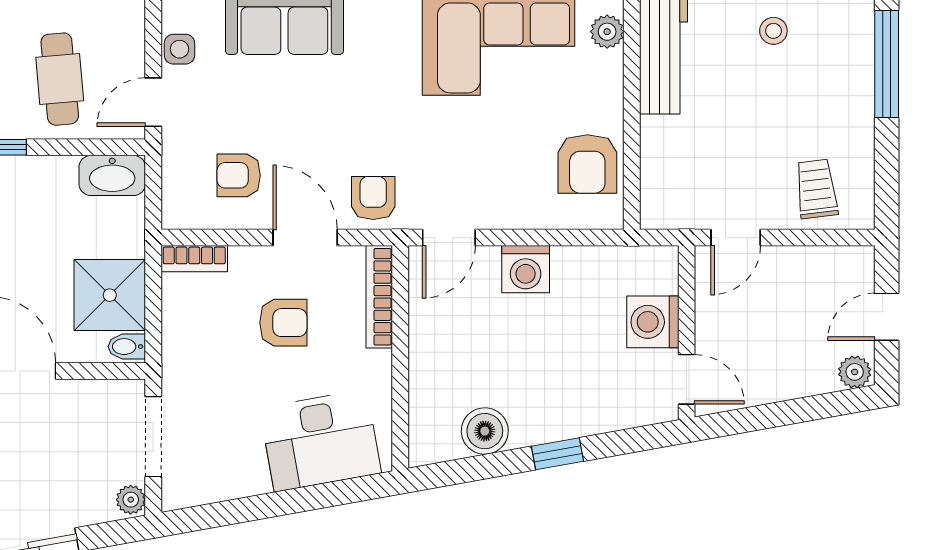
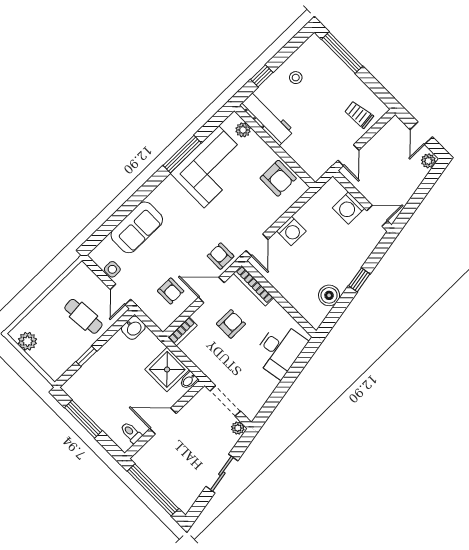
washbasin: (112, 175) -> (133, 328), width x0.72
armchair: (239, 175) -> (171, 291), turned -90

